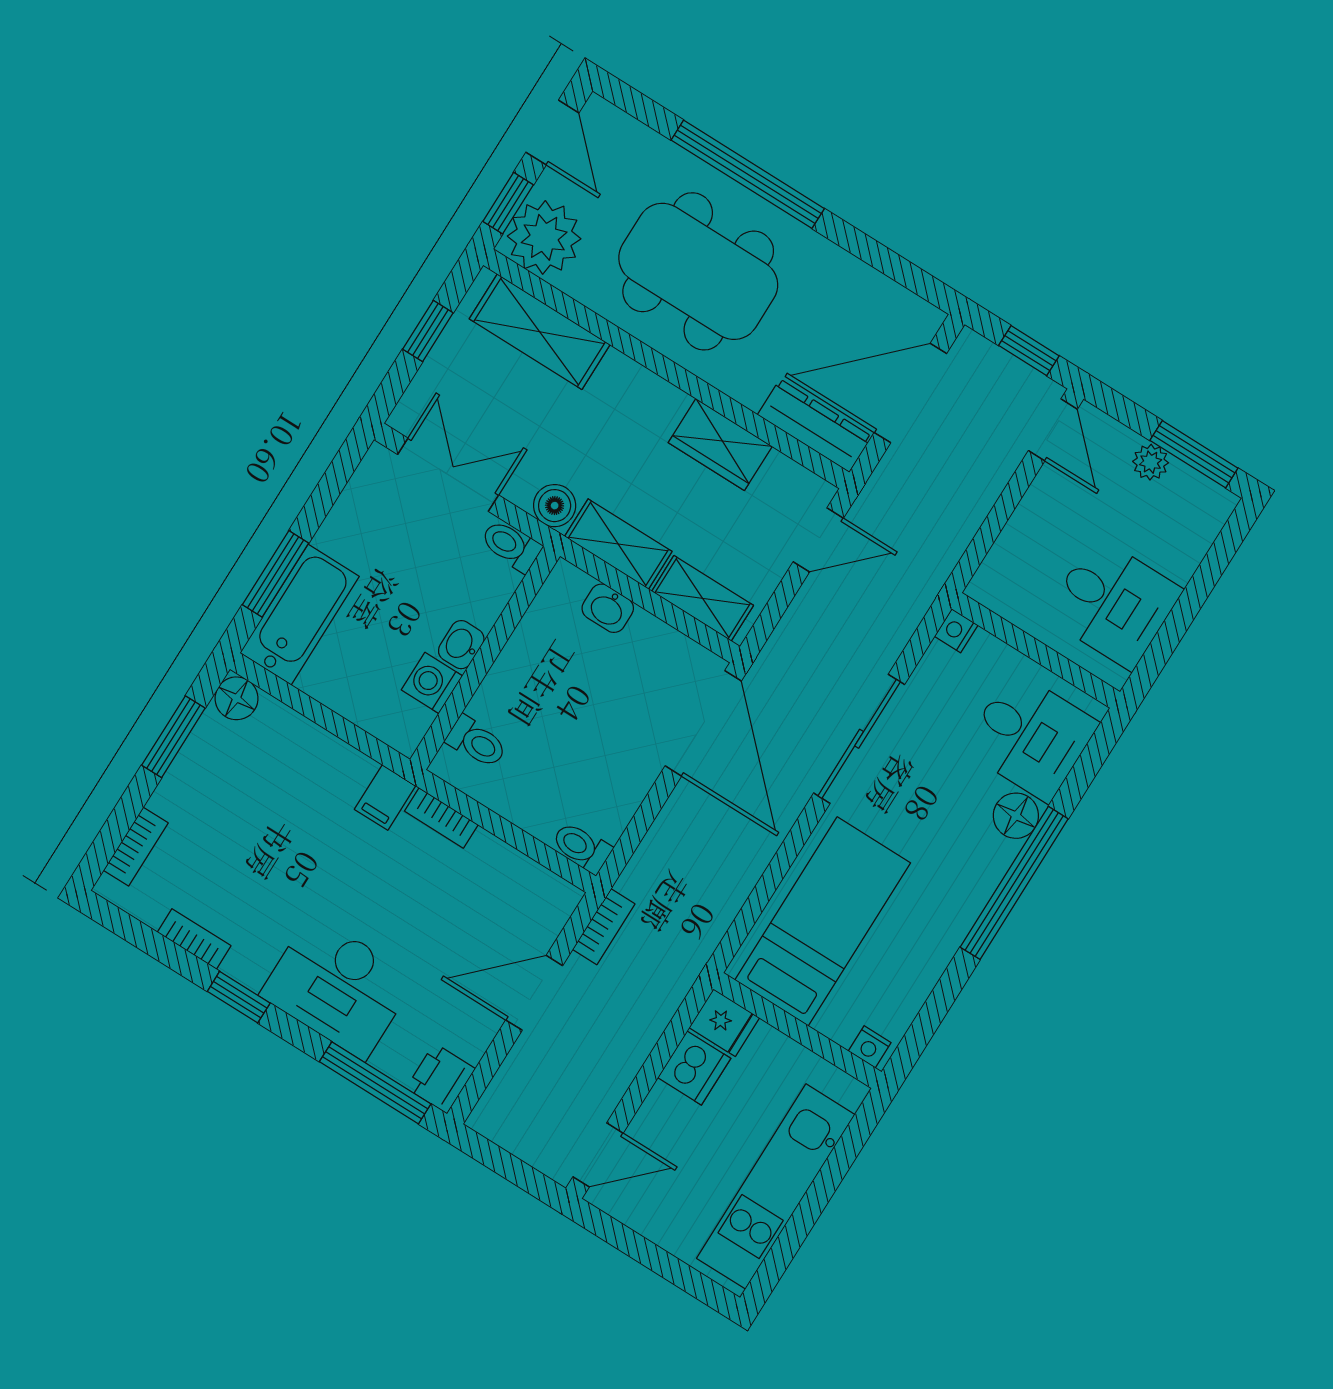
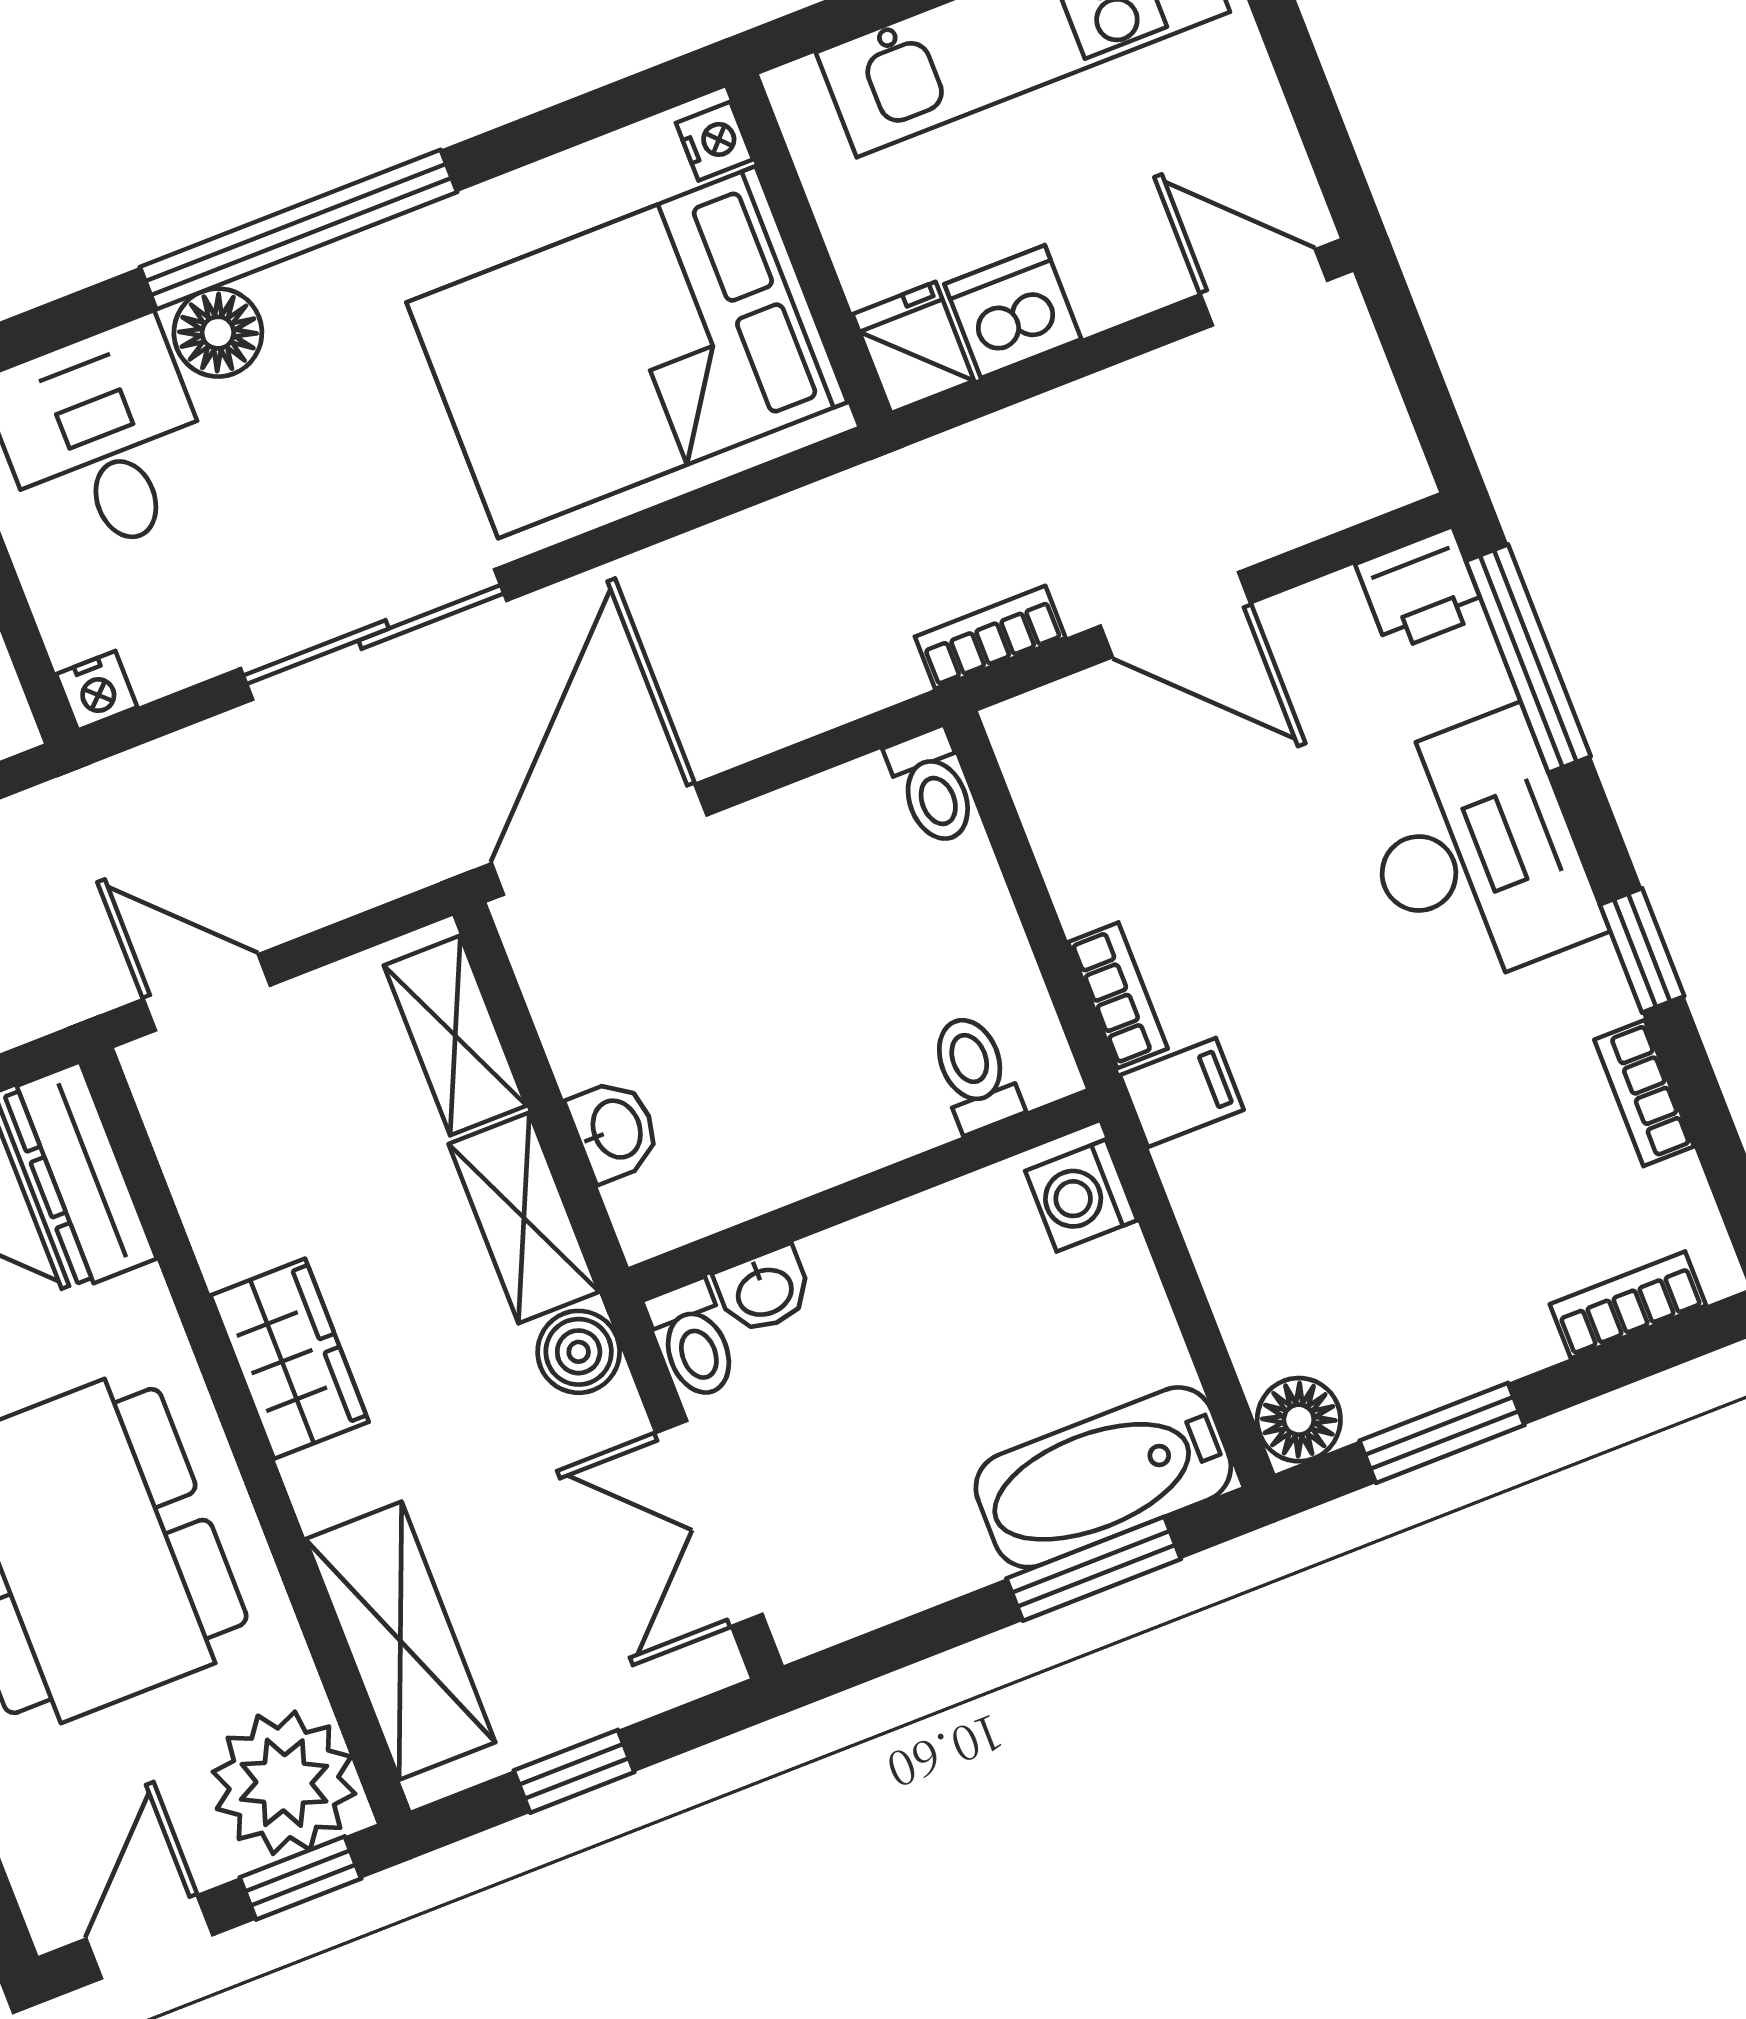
wardrobe: (720, 444) -> (290, 1359), moved
washbasin: (461, 645) -> (764, 1290), moved
washing machine: (432, 683) -> (1081, 1196), moved, turned 90
bed: (823, 921) -> (627, 352), width x1.50

